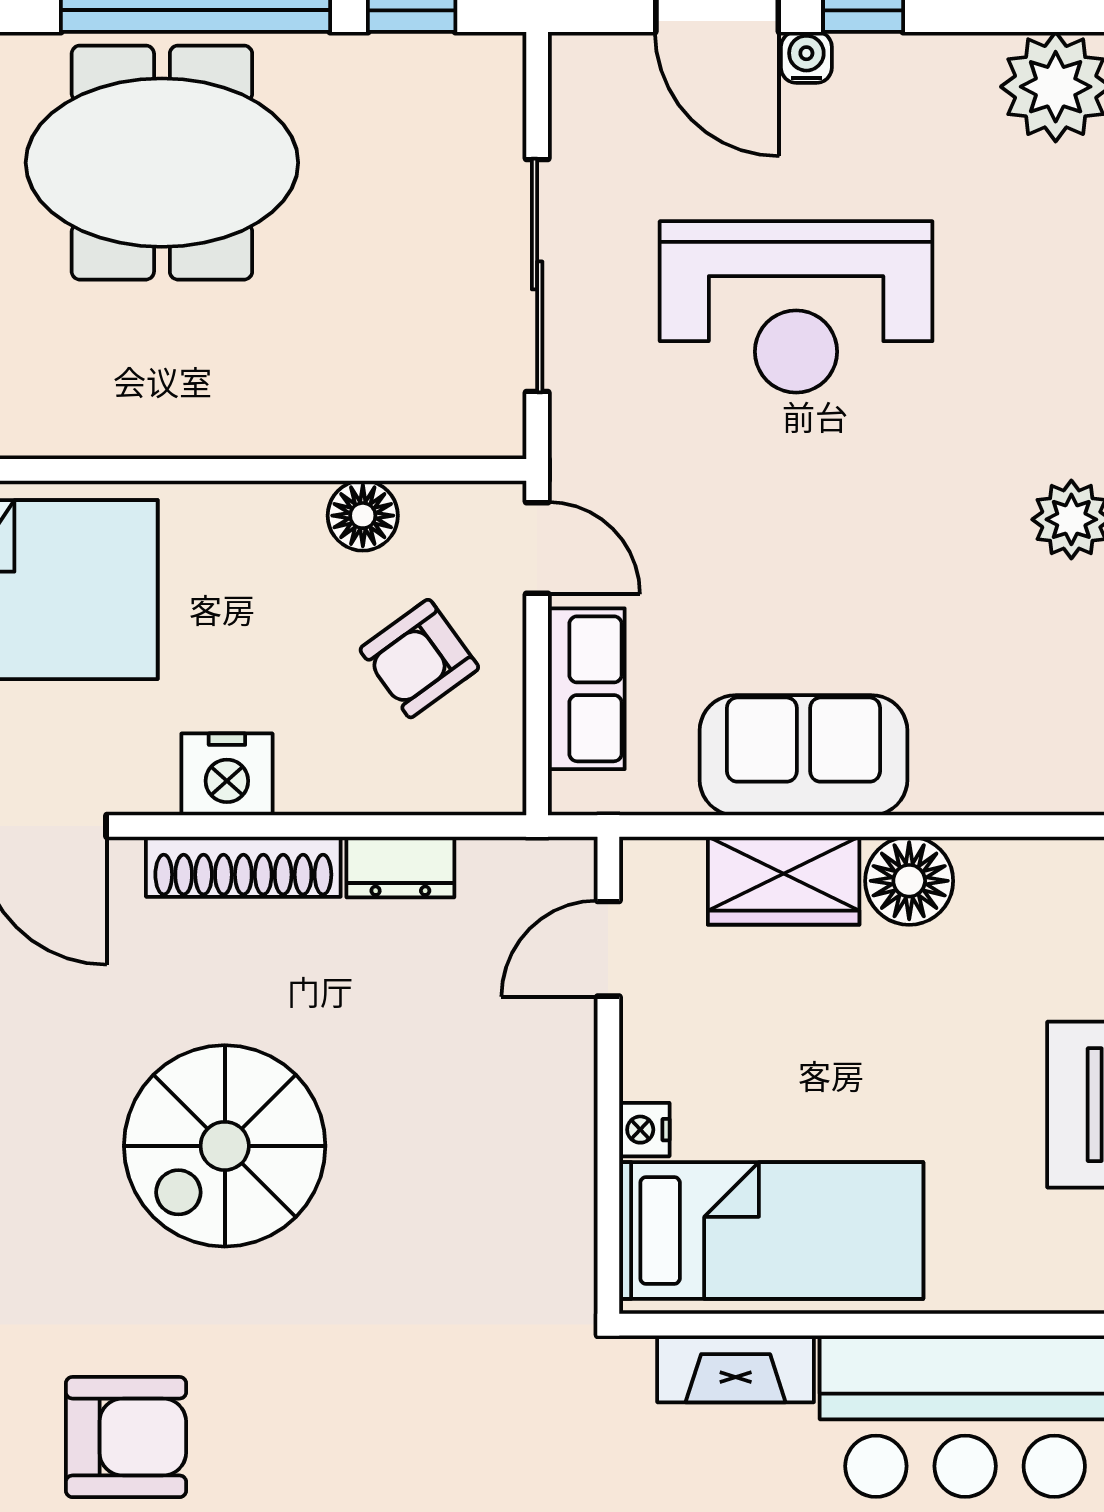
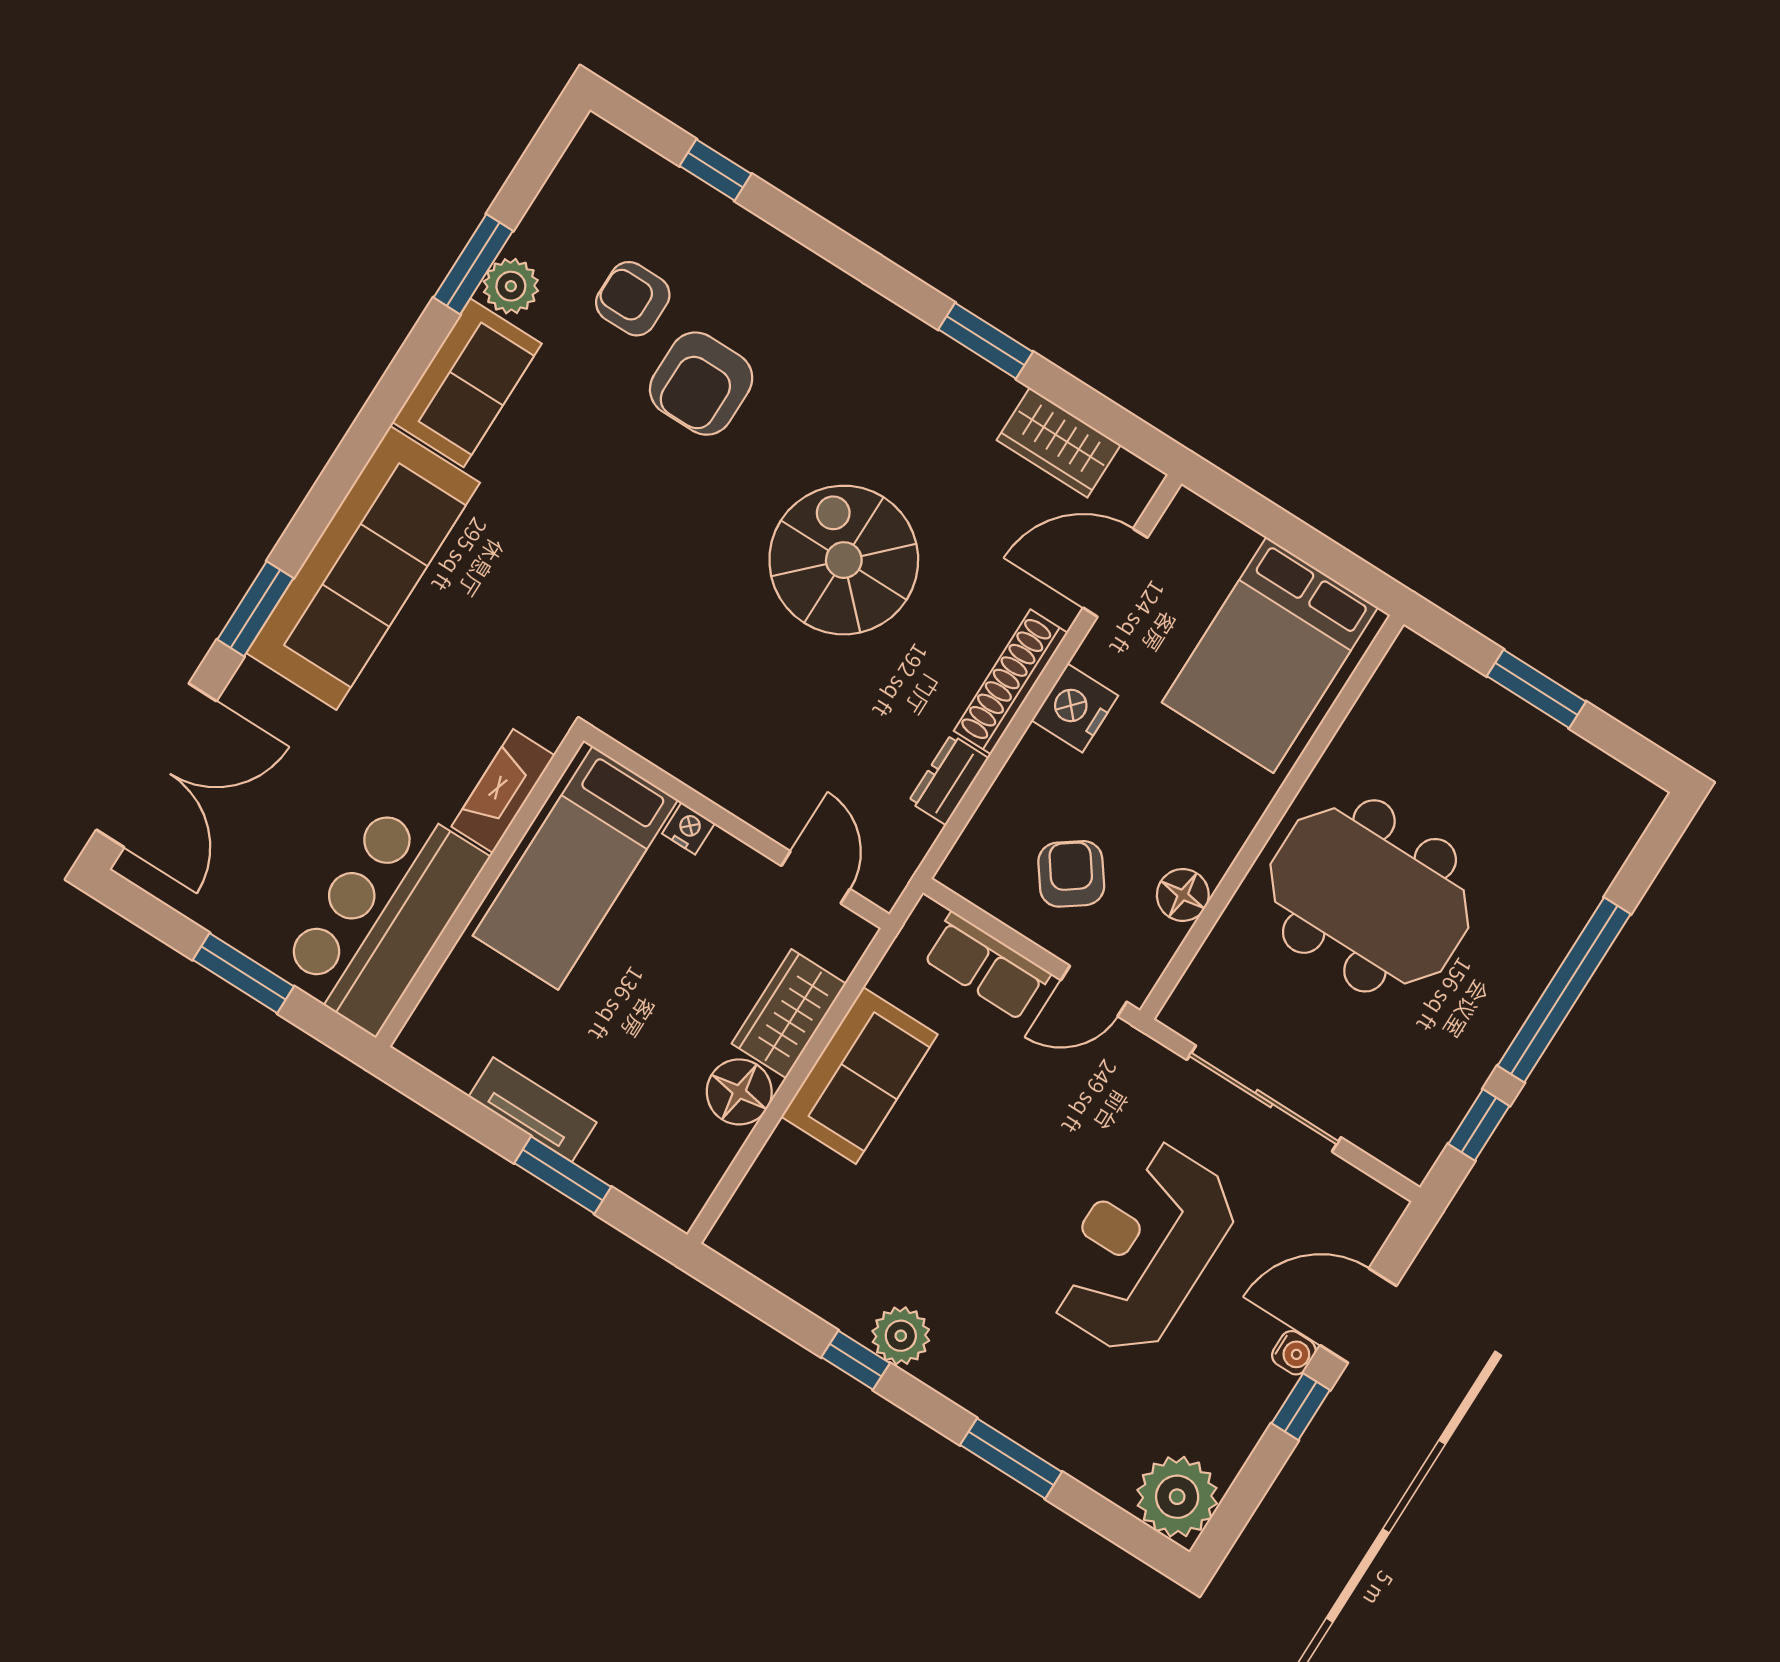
meeting table: (162, 163) -> (1369, 896), moved, turned 90

